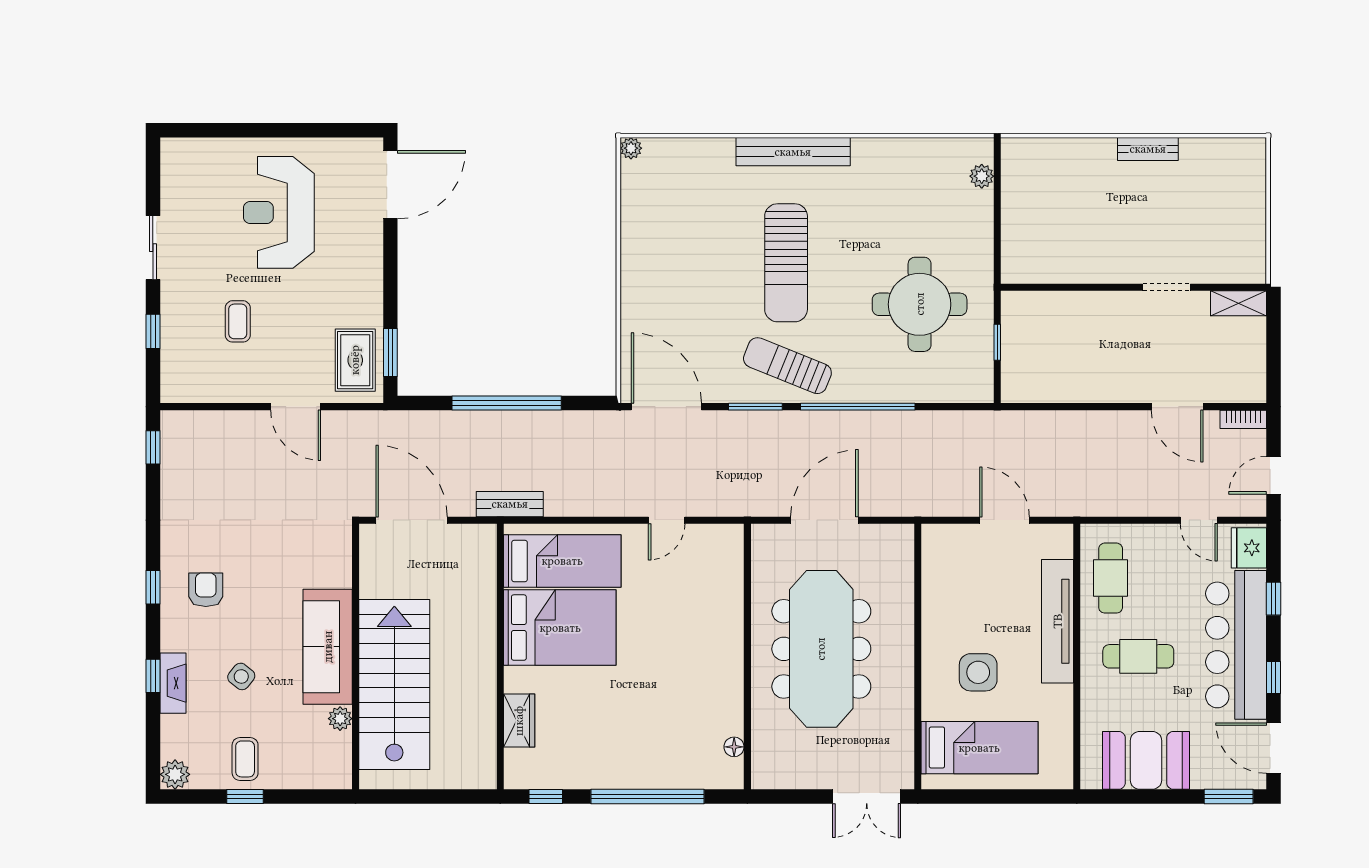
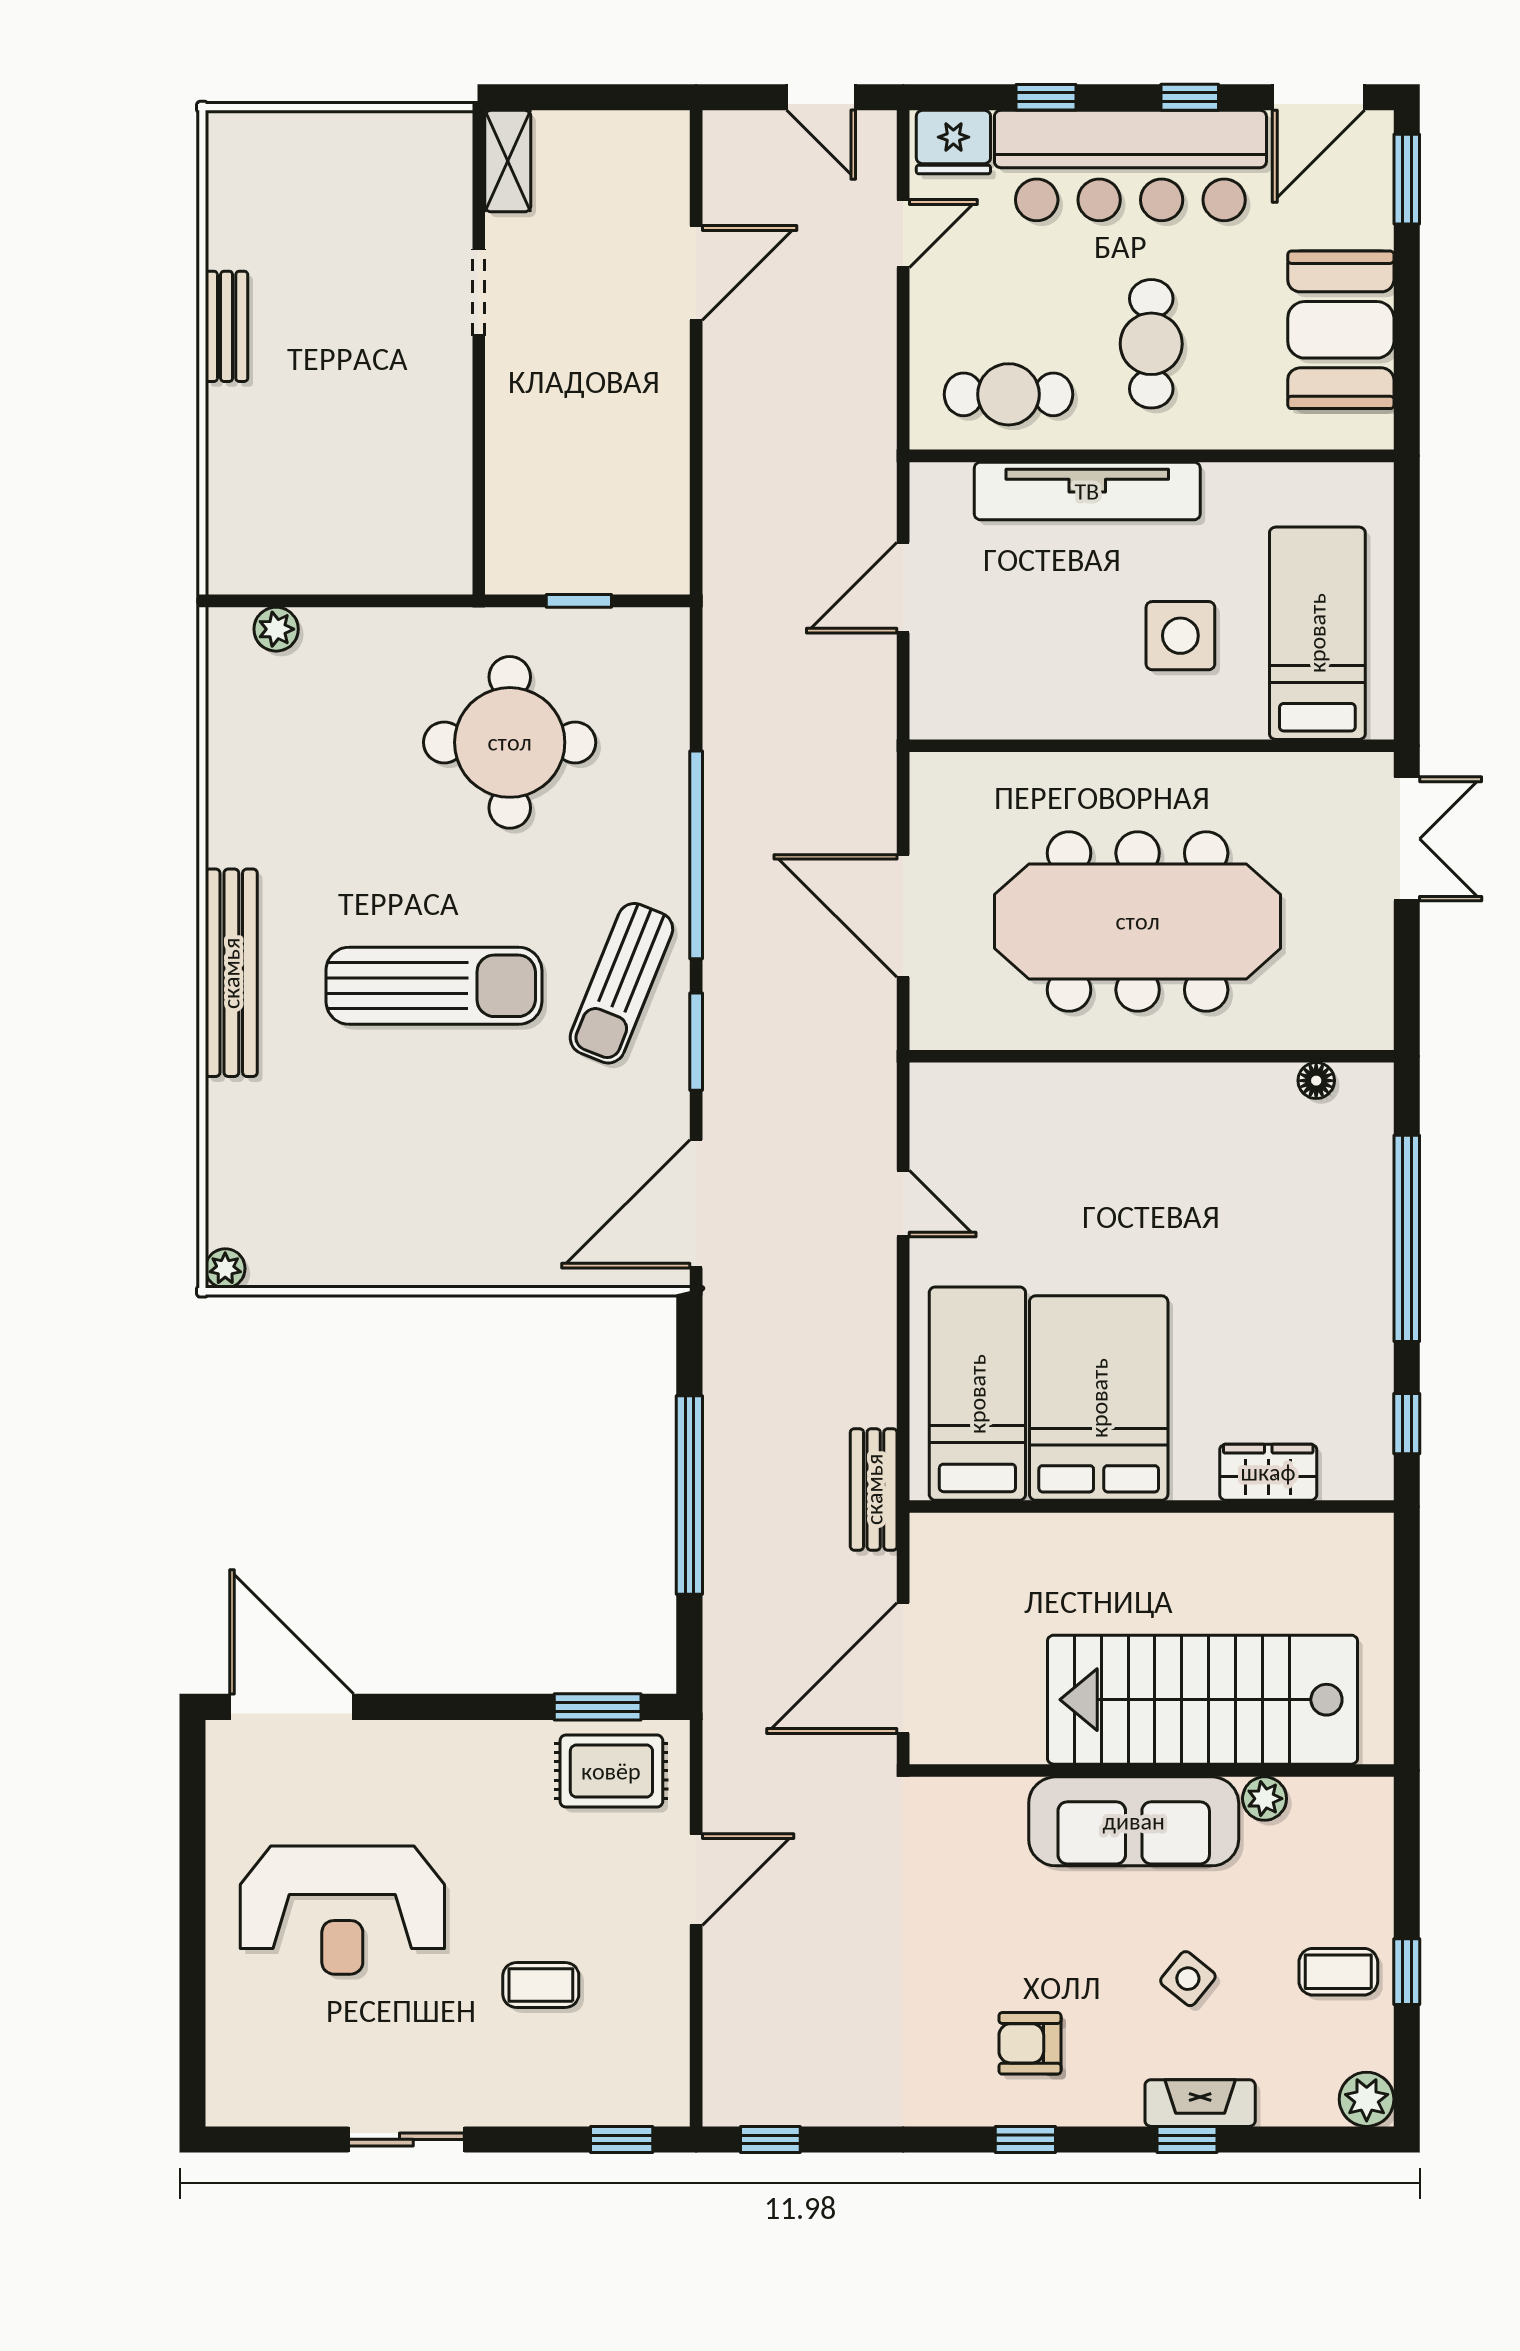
window: (153, 331) -> (622, 2139), moved
bookcase: (1243, 419) -> (719, 152), removed

